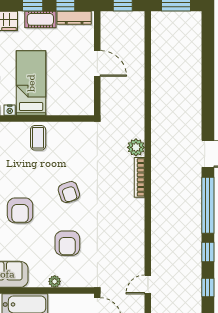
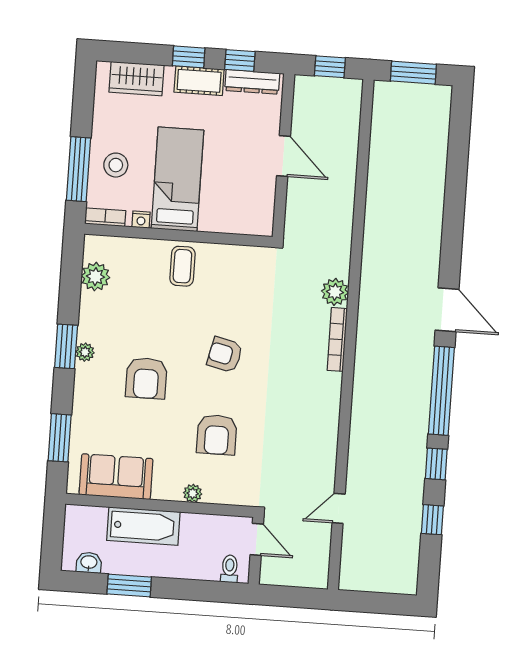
armchair: (69, 192) -> (225, 355), turned 122

